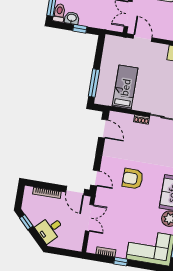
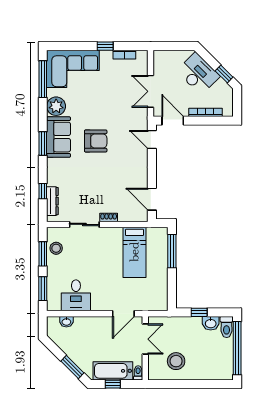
door: (143, 38) -> (123, 314), hinge flipped
armchair: (133, 179) -> (96, 141), moved
desk: (50, 229) -> (198, 74), width x1.37

